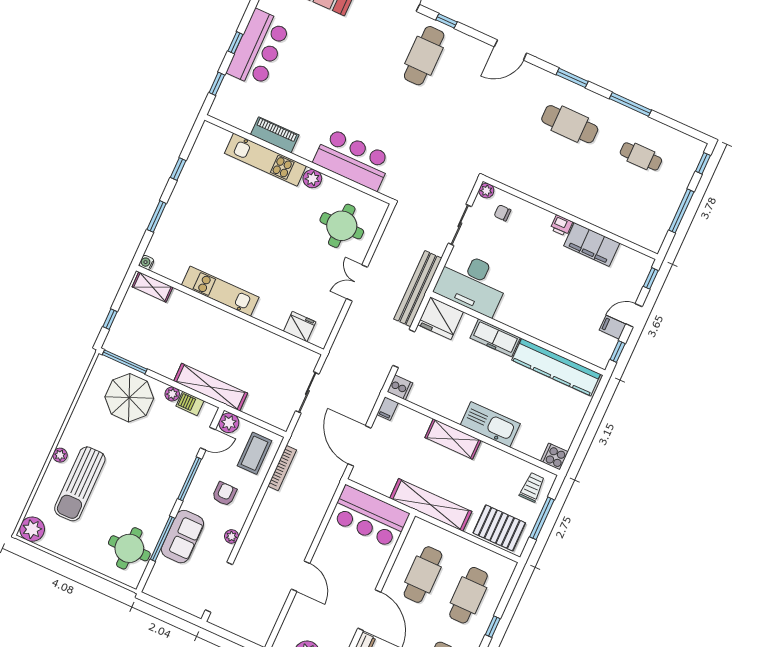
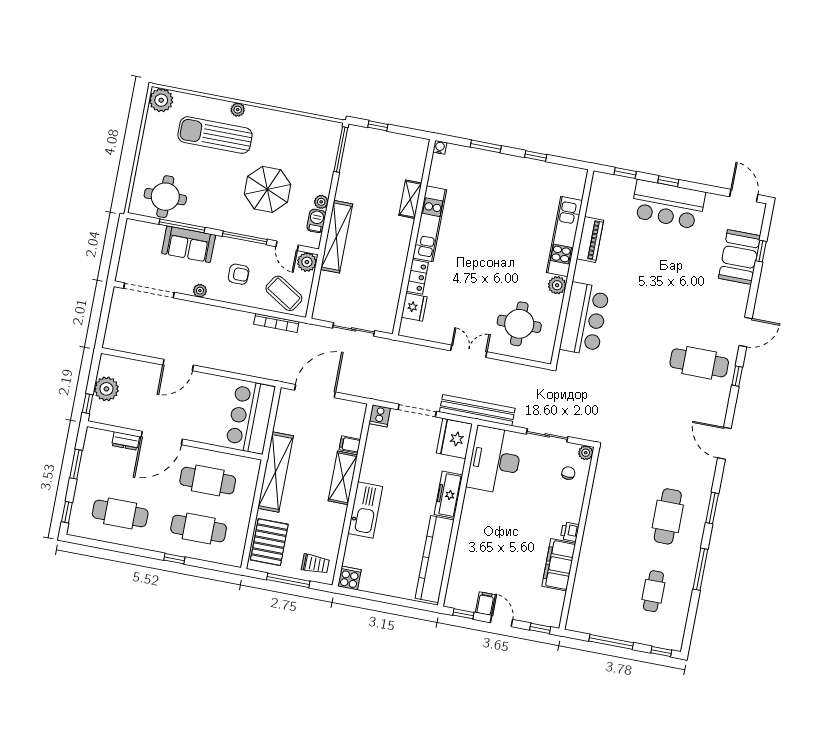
shelving: (152, 287) -> (410, 199), moved
locker: (270, 316) -> (417, 277), added
parasol: (129, 398) -> (268, 189), moved
filing cabinet: (387, 409) -> (350, 445), moved
coffee table: (255, 453) -> (284, 293), turned 32

